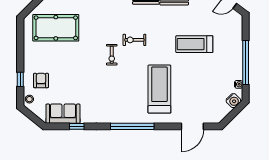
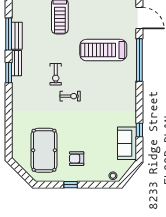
window: (20, 79) -> (71, 185), moved
armchair: (41, 80) -> (77, 159), moved
window: (132, 126) -> (139, 60), moved

